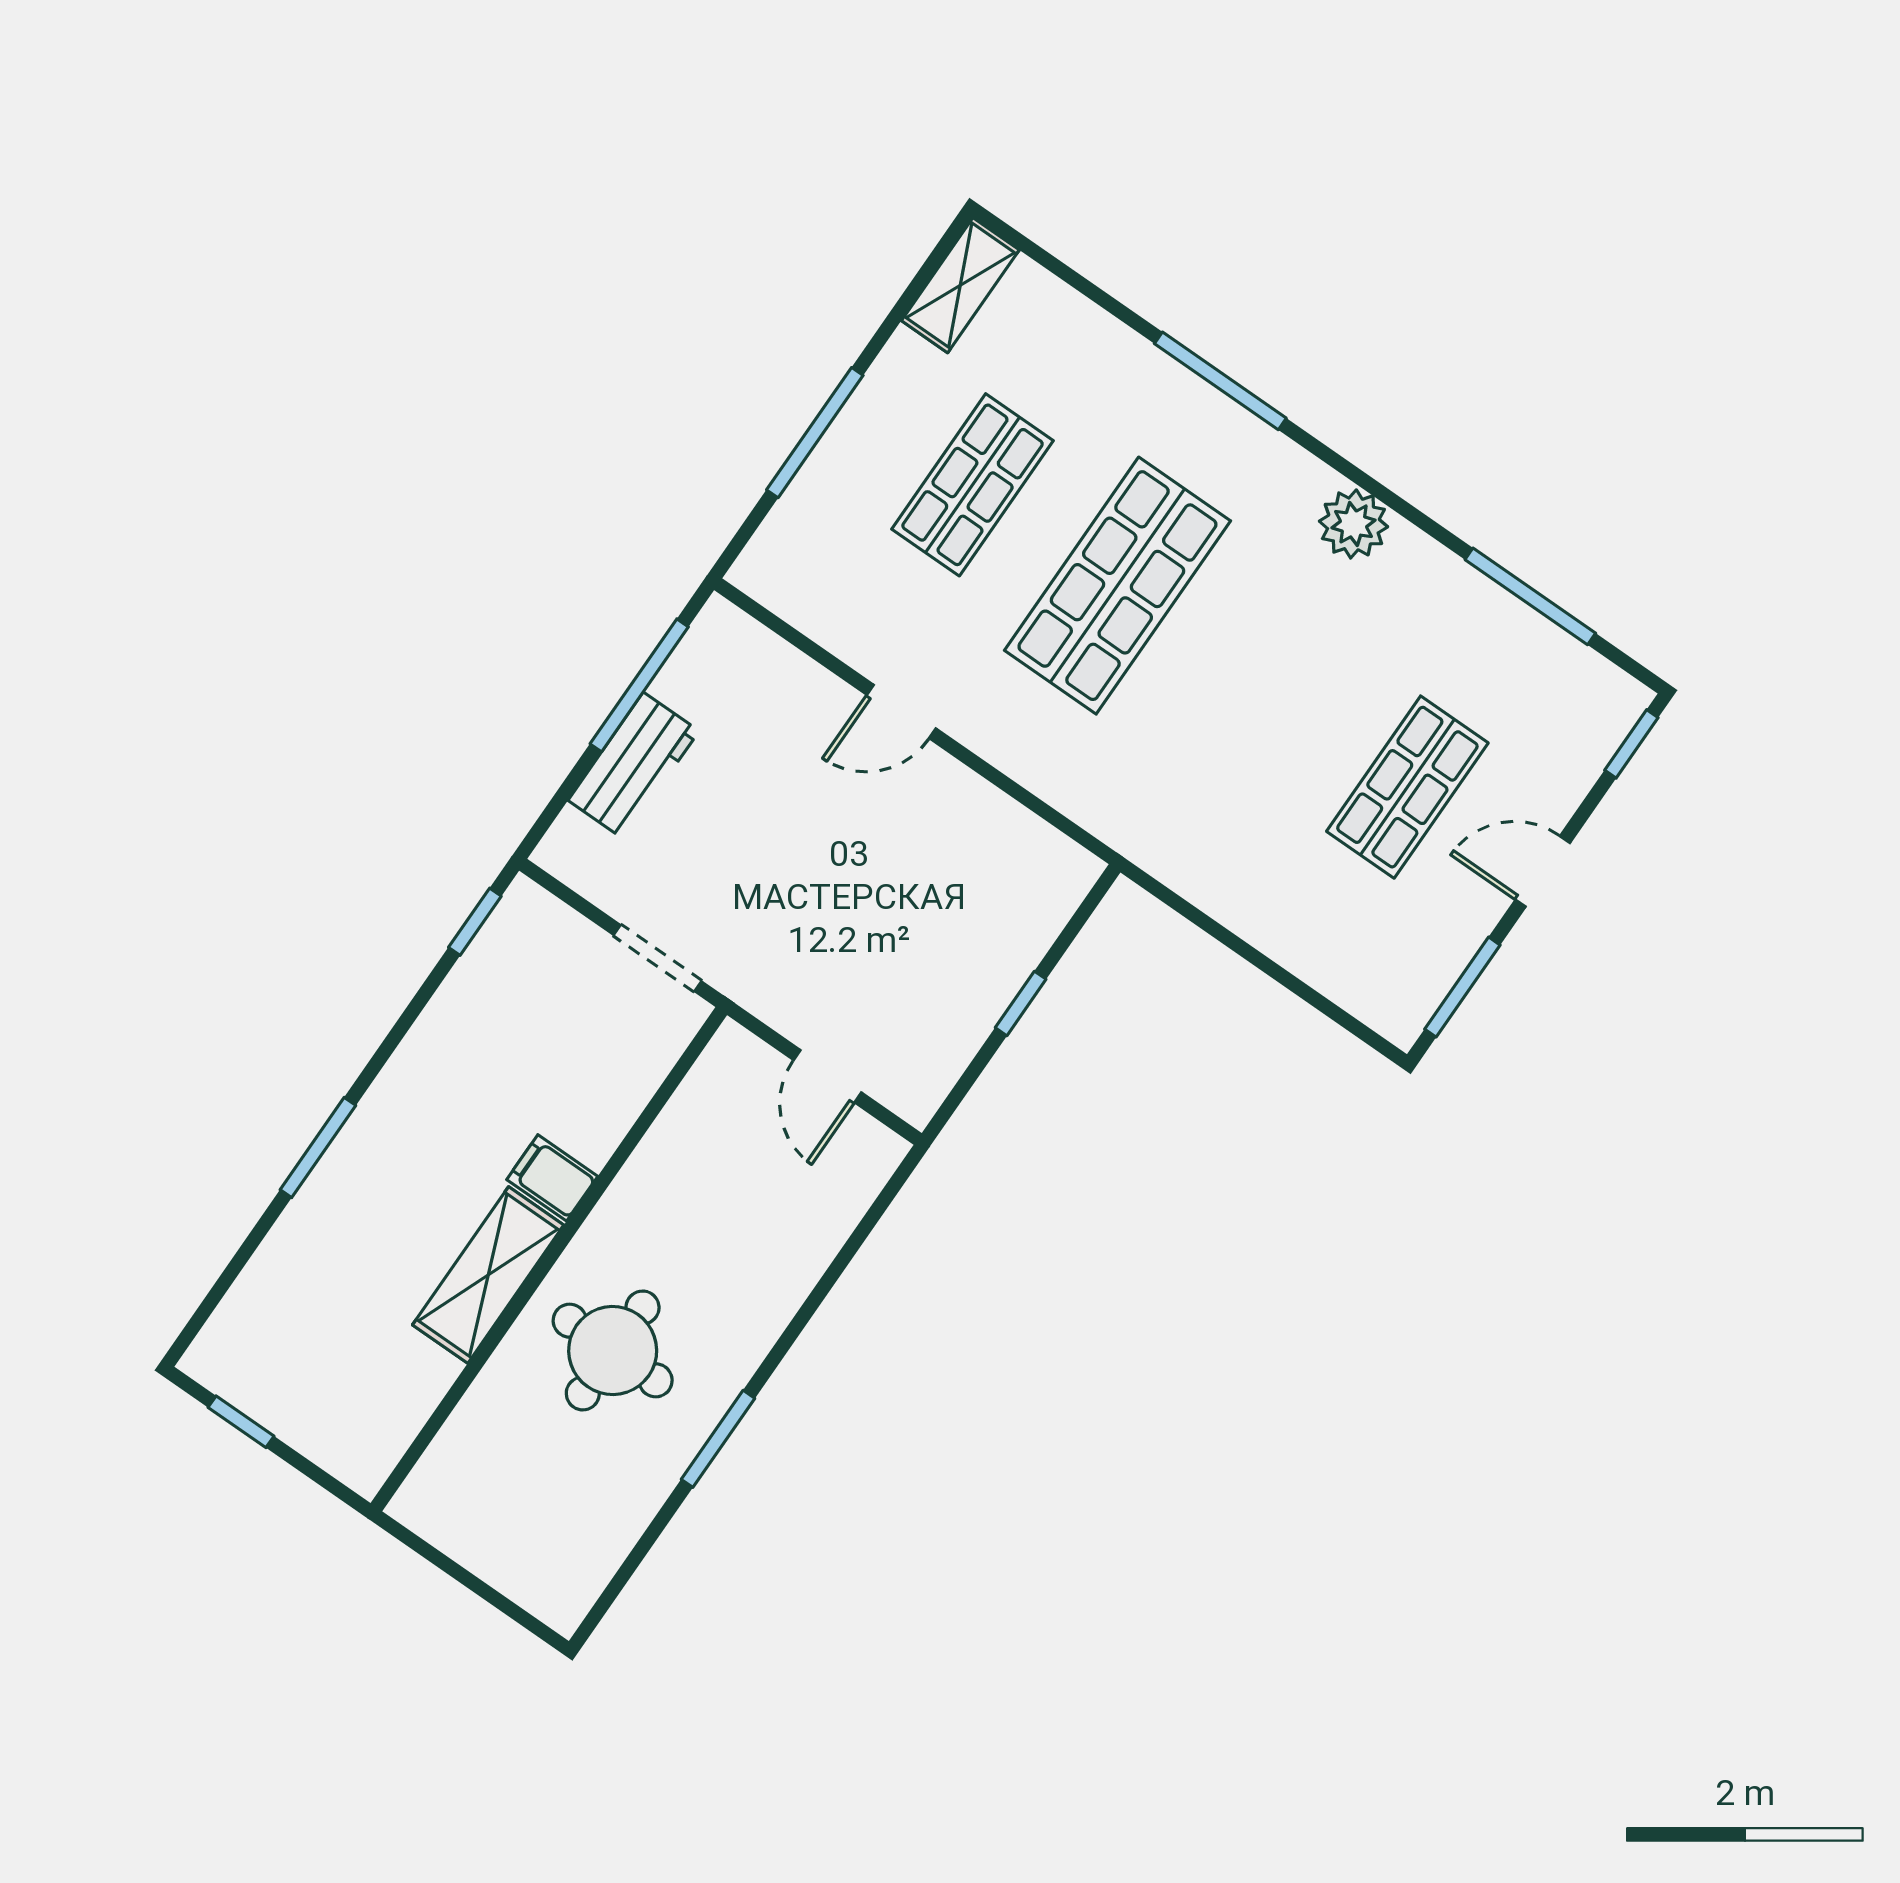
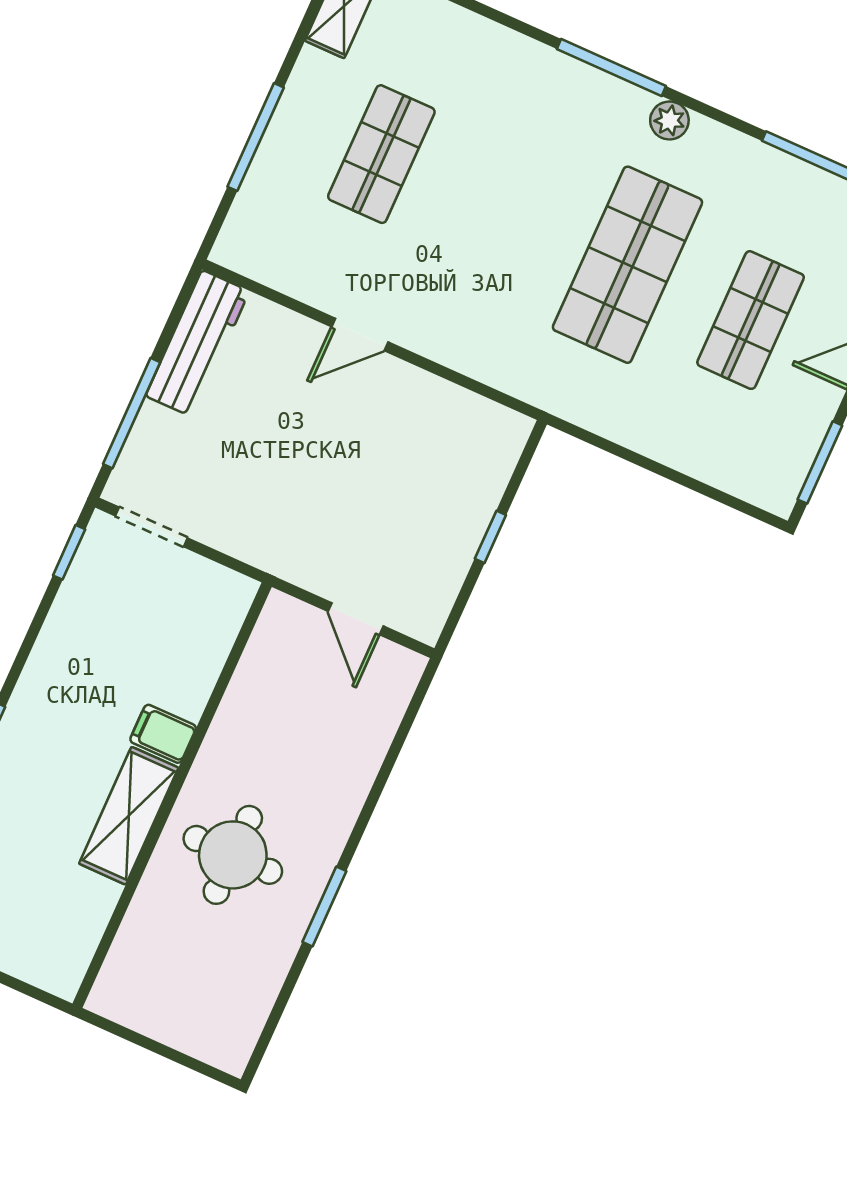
window: (1220, 381) -> (611, 67), moved
plant: (1353, 524) -> (669, 120), width x0.73, depth x0.73
shop shelf: (1117, 586) -> (627, 265), moved
window: (639, 685) -> (132, 413), moved
workbench: (634, 766) -> (197, 343), moved, width x1.38
doorway: (658, 958) -> (151, 527), moved

